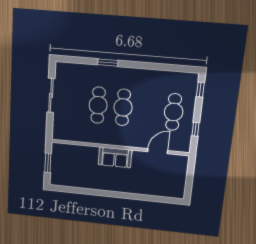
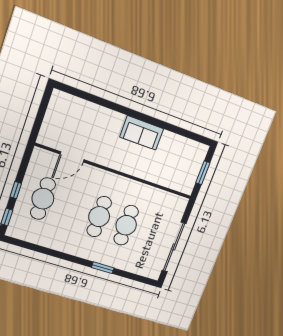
sliding door: (51, 95) -> (174, 247), width x1.36
window: (195, 129) -> (16, 190), moved
sofa: (115, 157) -> (142, 133), moved, turned 180

